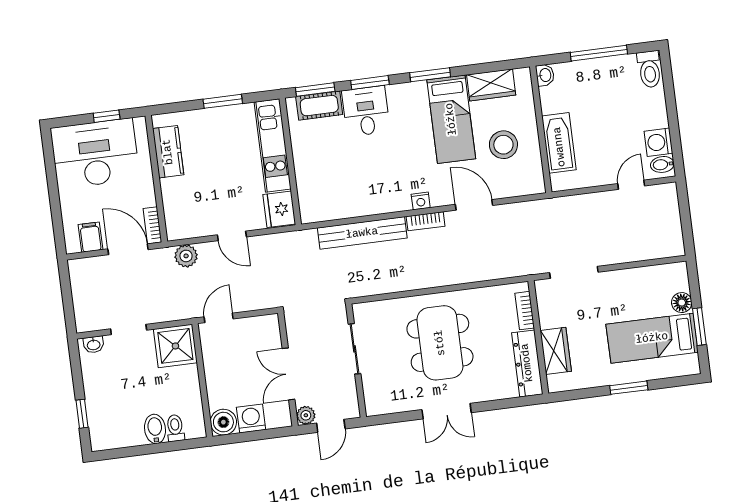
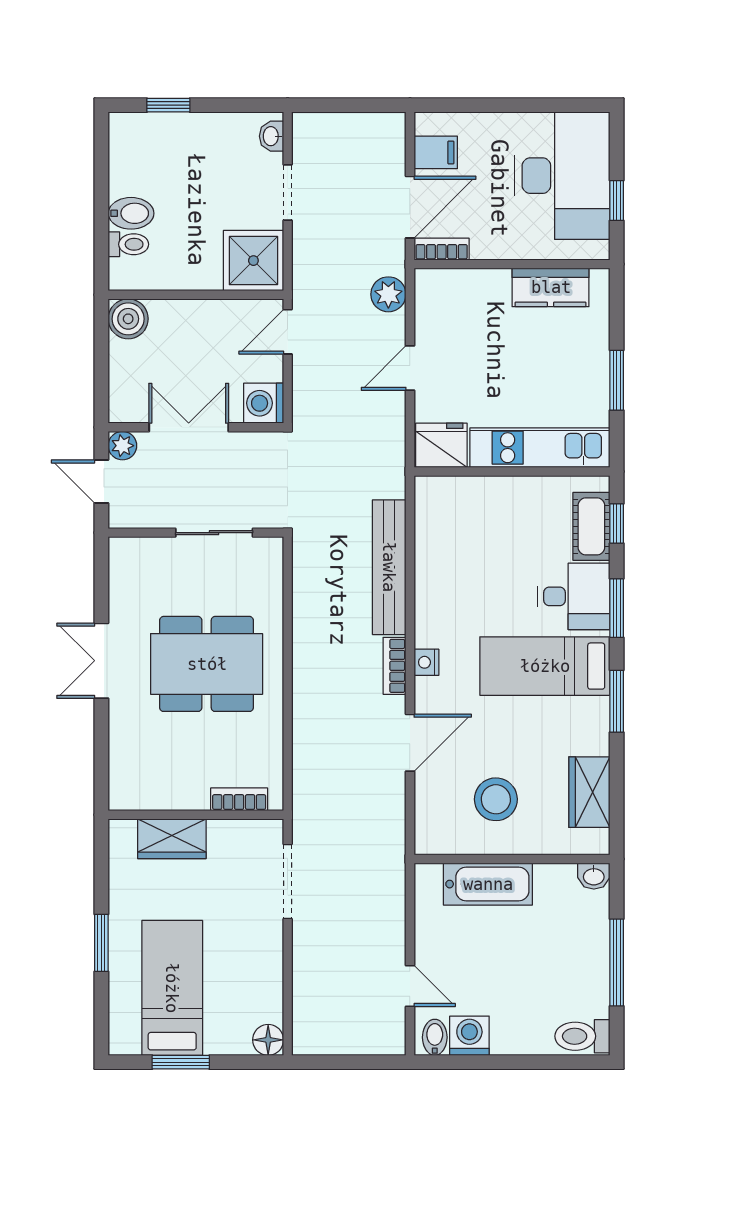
window: (315, 89) -> (617, 523), width x0.67
bed: (451, 119) -> (545, 666), moved
floor lamp: (682, 303) -> (268, 1040), moved
door: (219, 318) -> (288, 332), swing flipped
dresser: (527, 363) -> (158, 793), removed
washing machine: (251, 419) -> (264, 403), moved, turned 180

